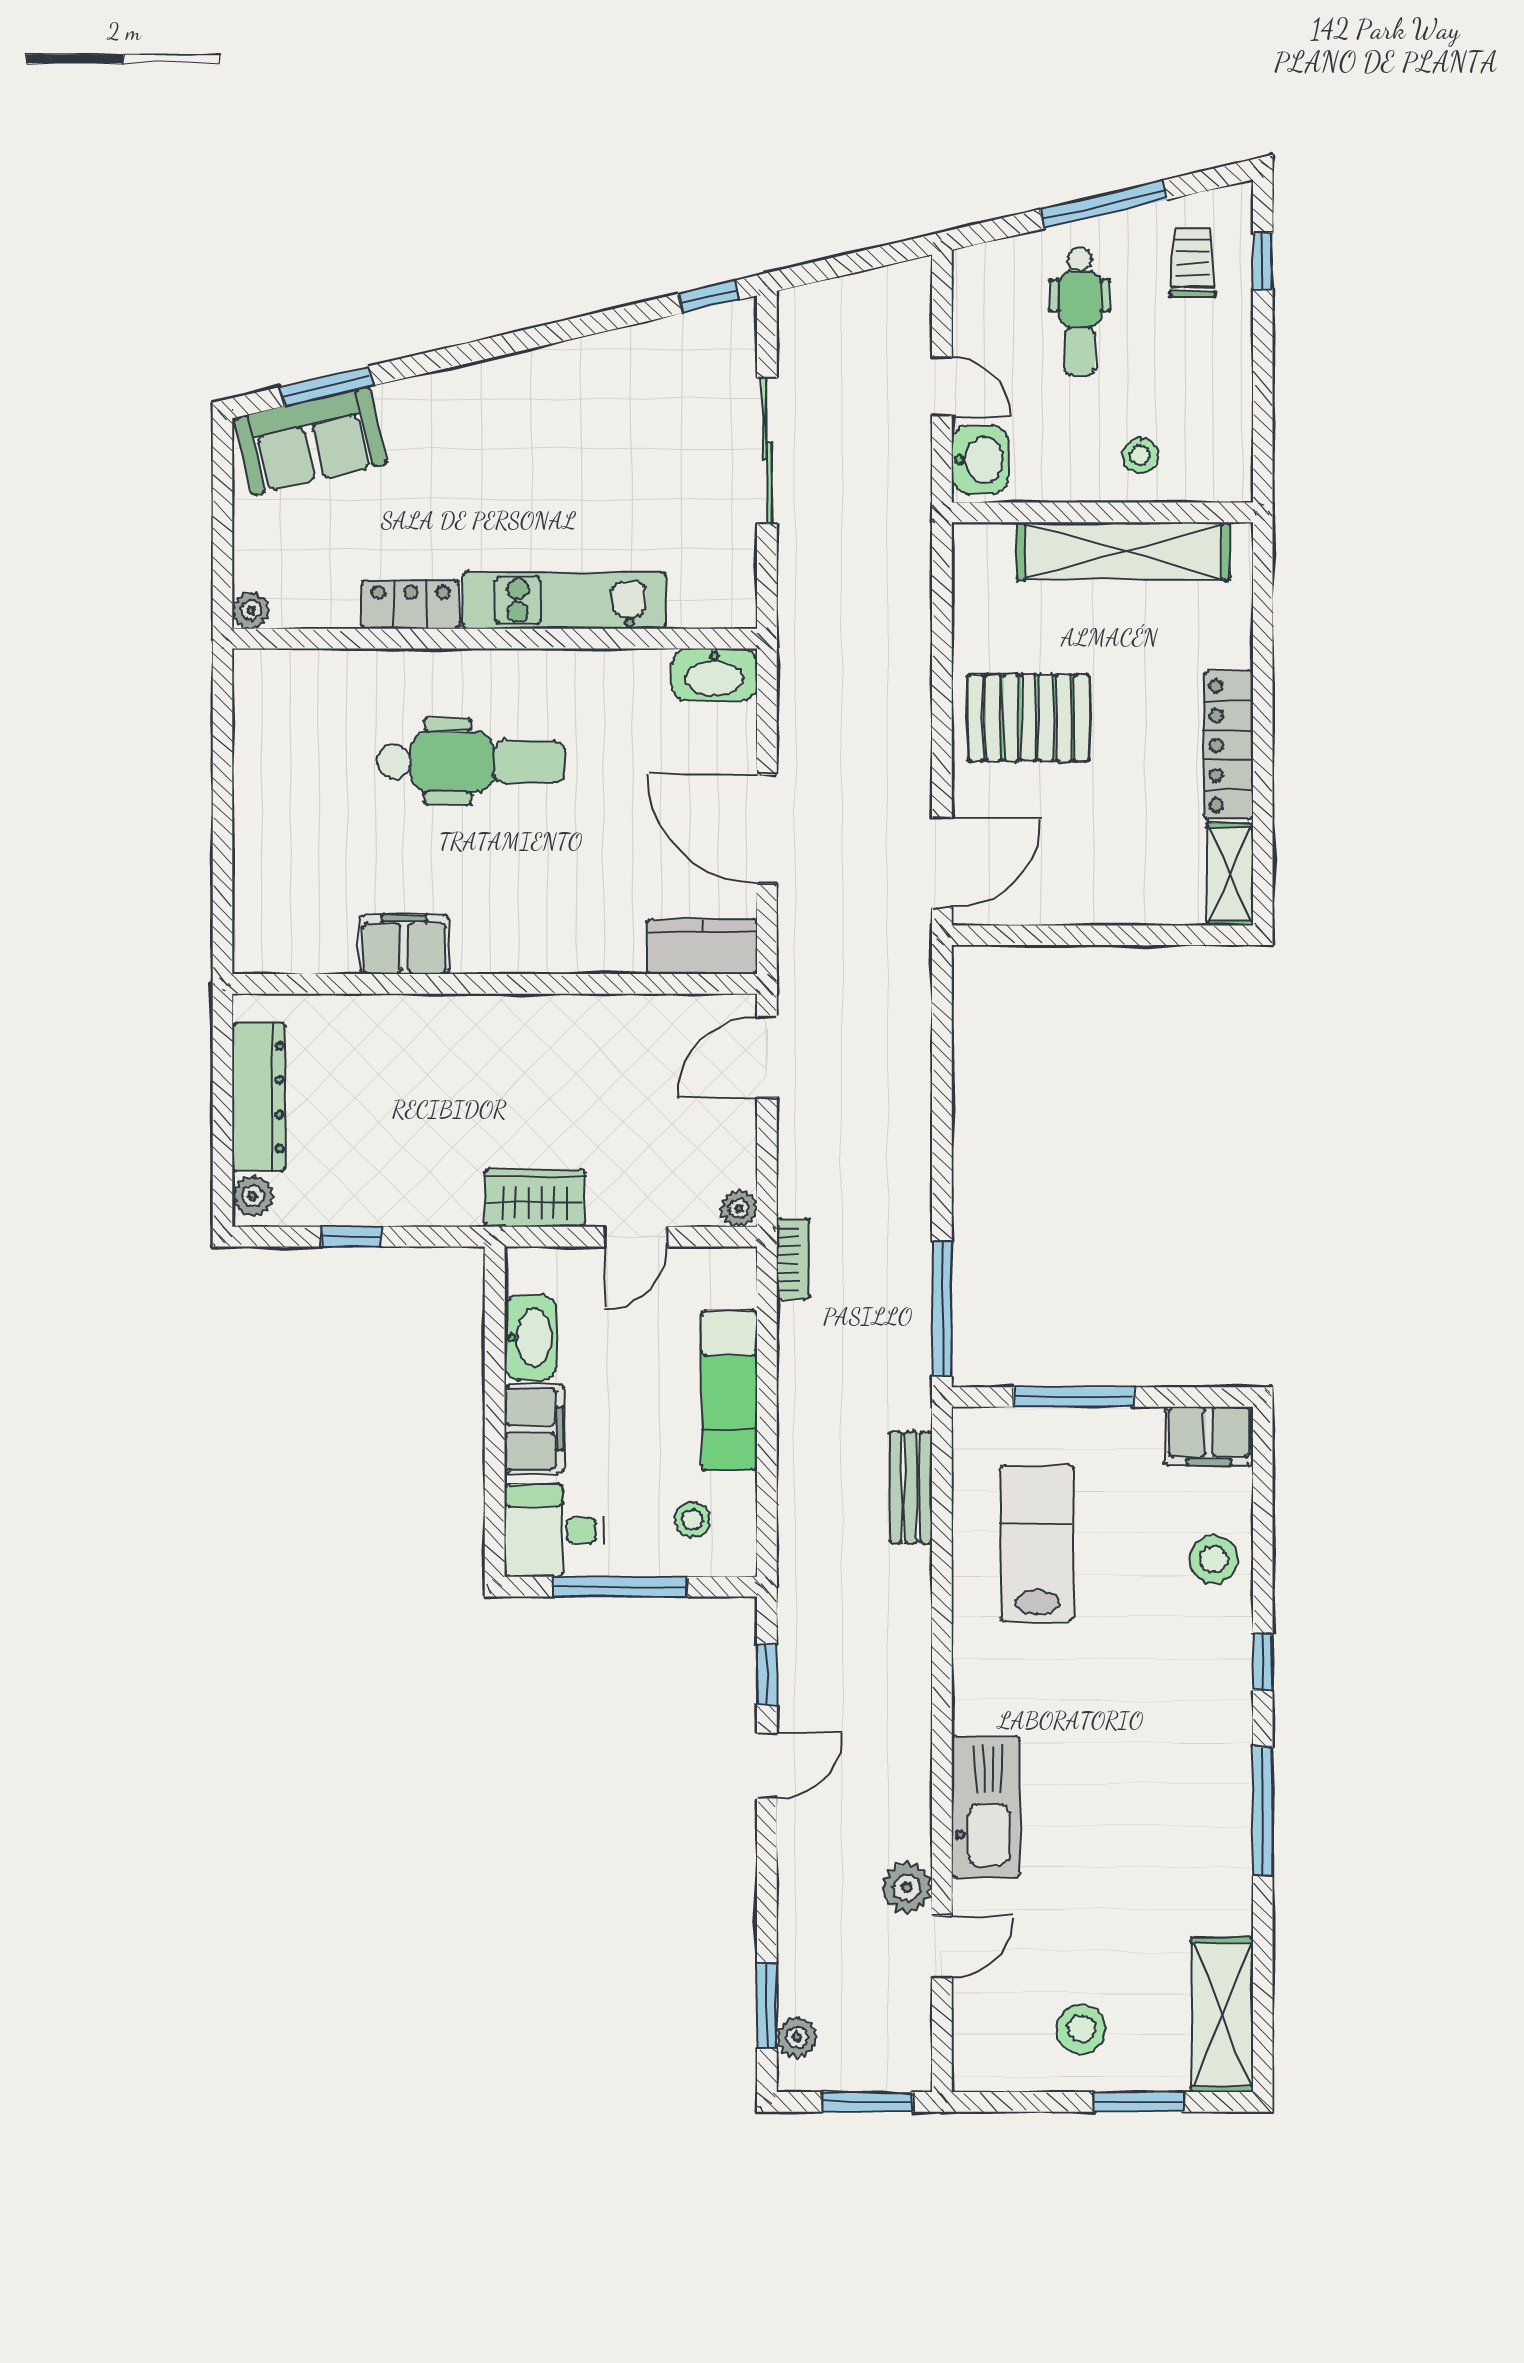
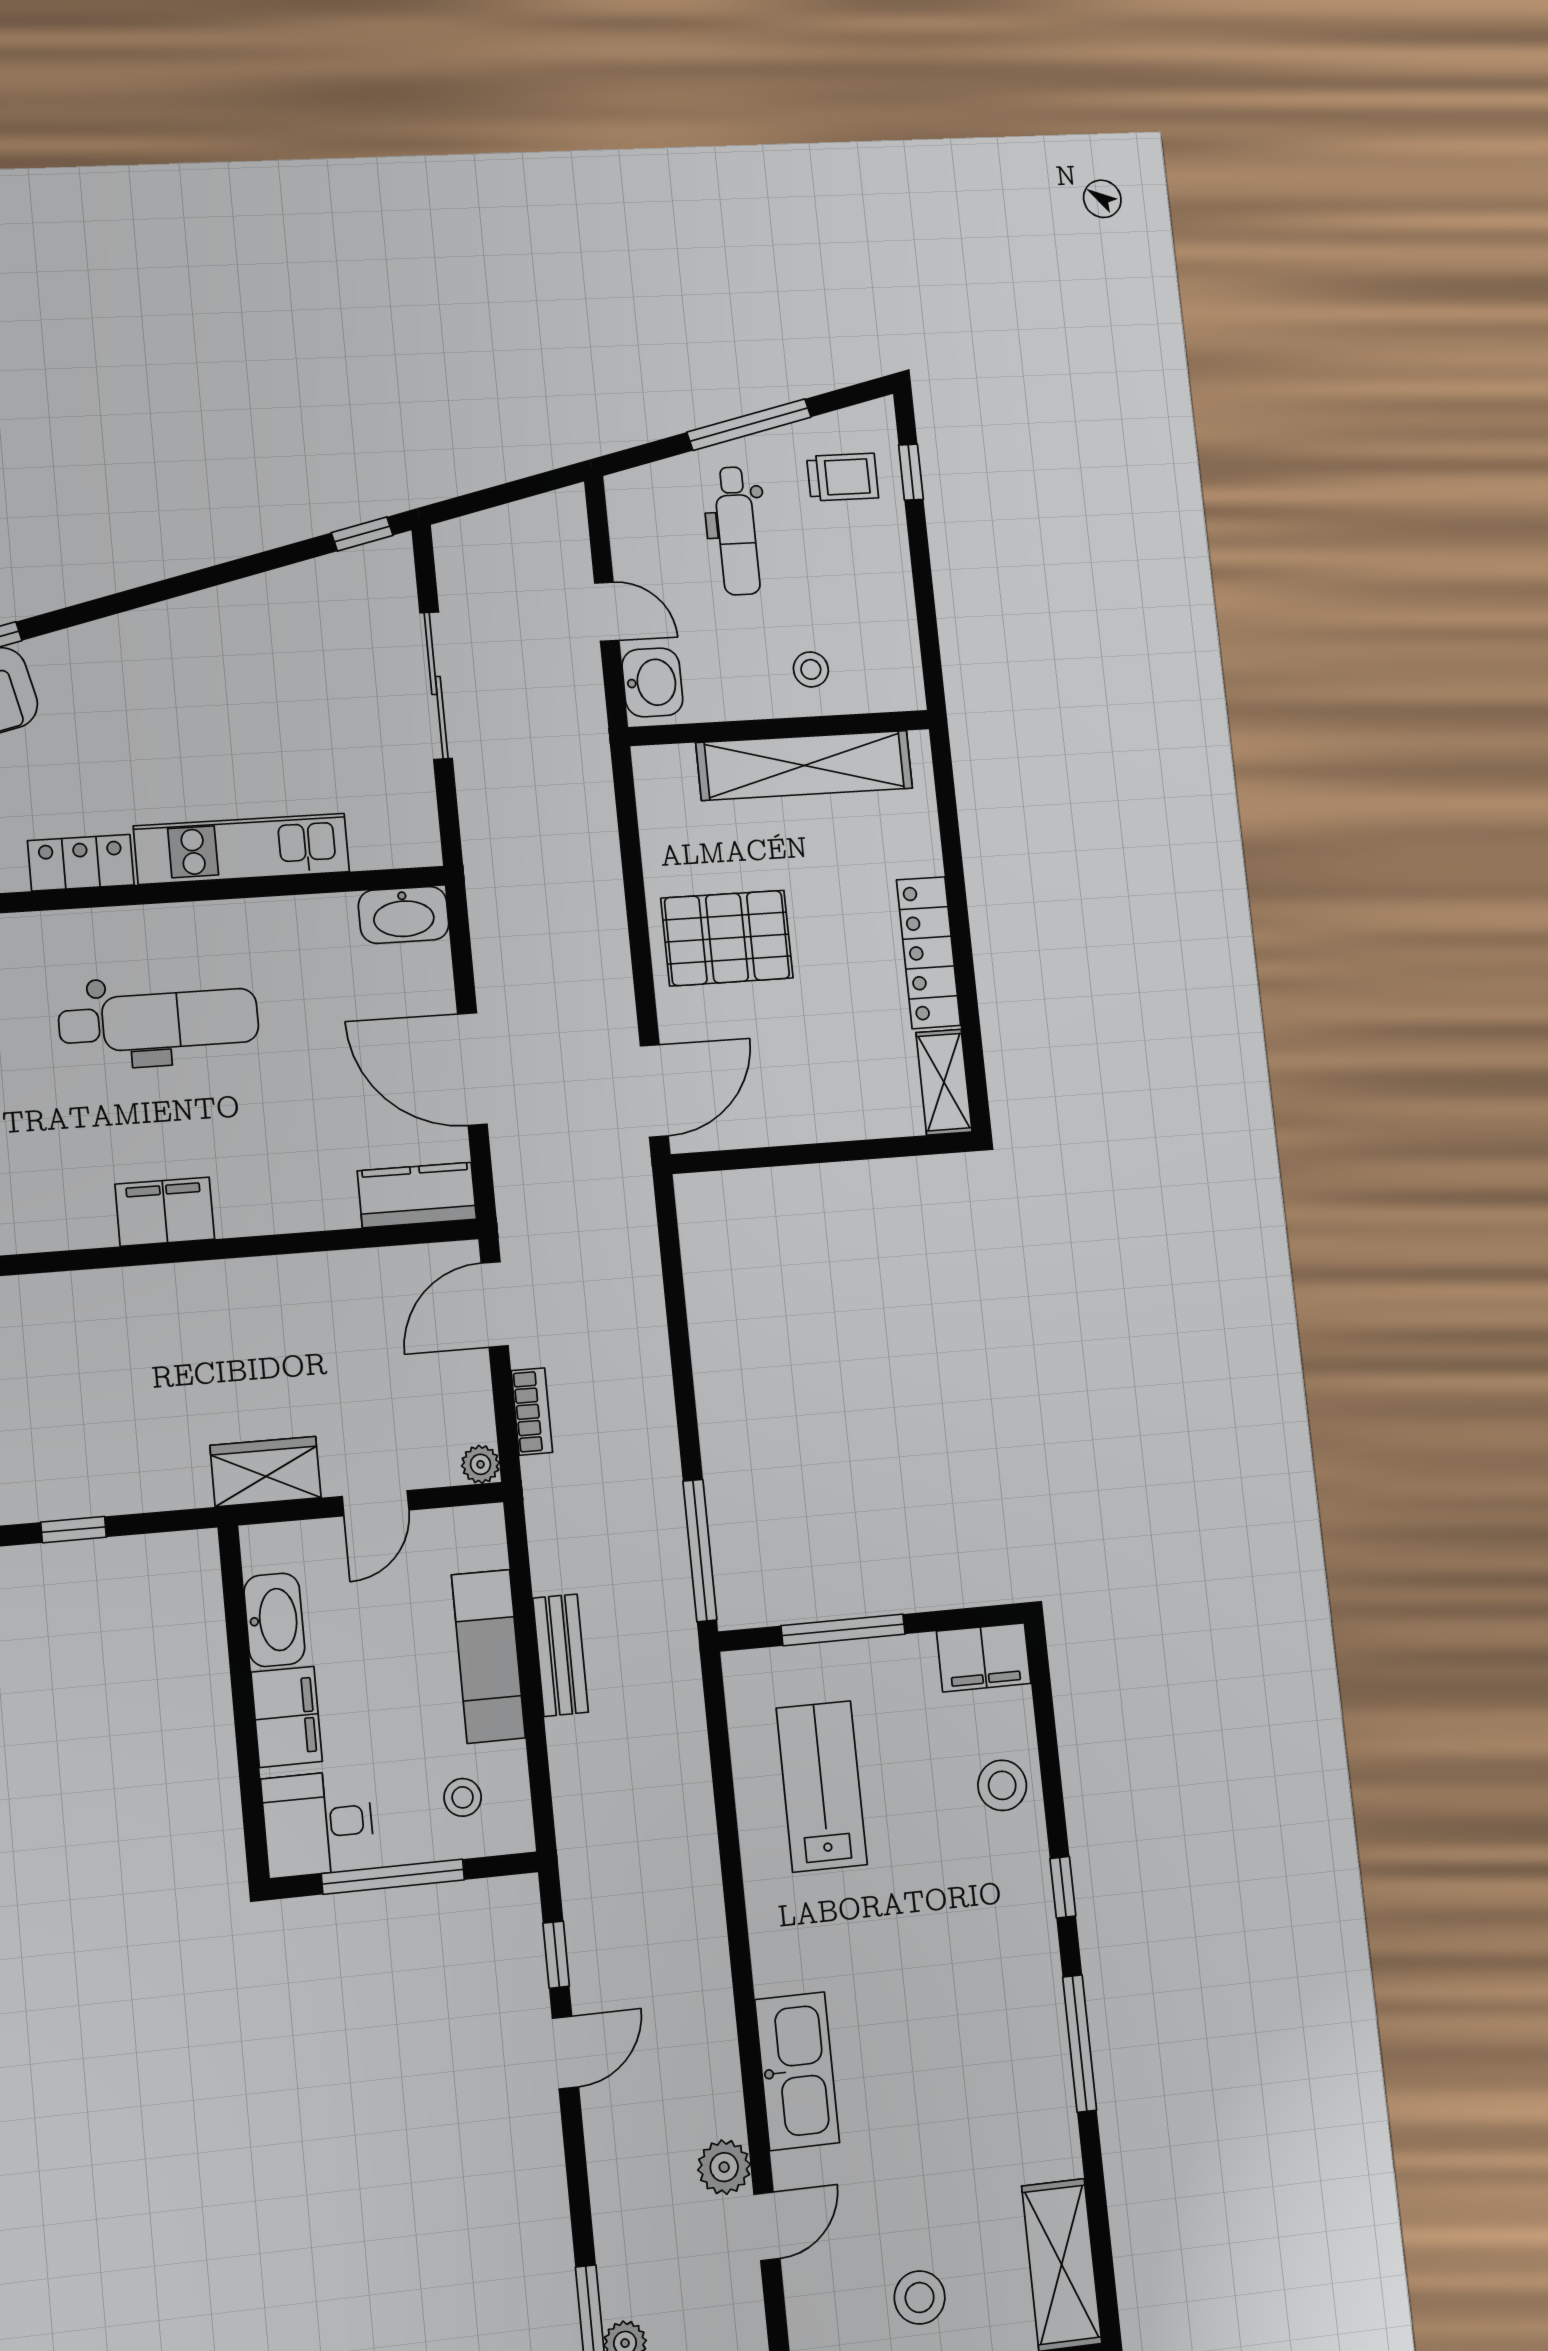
trolley: (1193, 262) -> (843, 477), turned 90
filing cabinet: (404, 944) -> (165, 1212), moved
bookcase: (793, 1259) -> (532, 1411), moved
bench: (911, 1487) -> (561, 1655), moved

